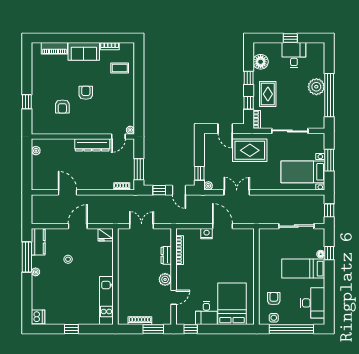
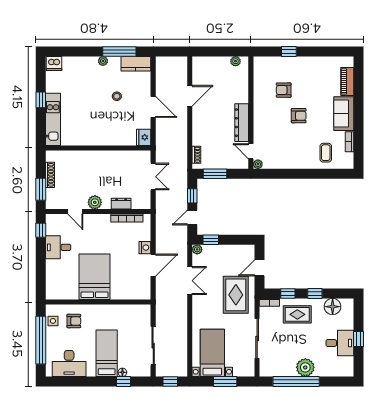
kitchen unit: (106, 300) -> (53, 119), moved, turned 90
bed: (232, 304) -> (95, 277), moved, turned -90

